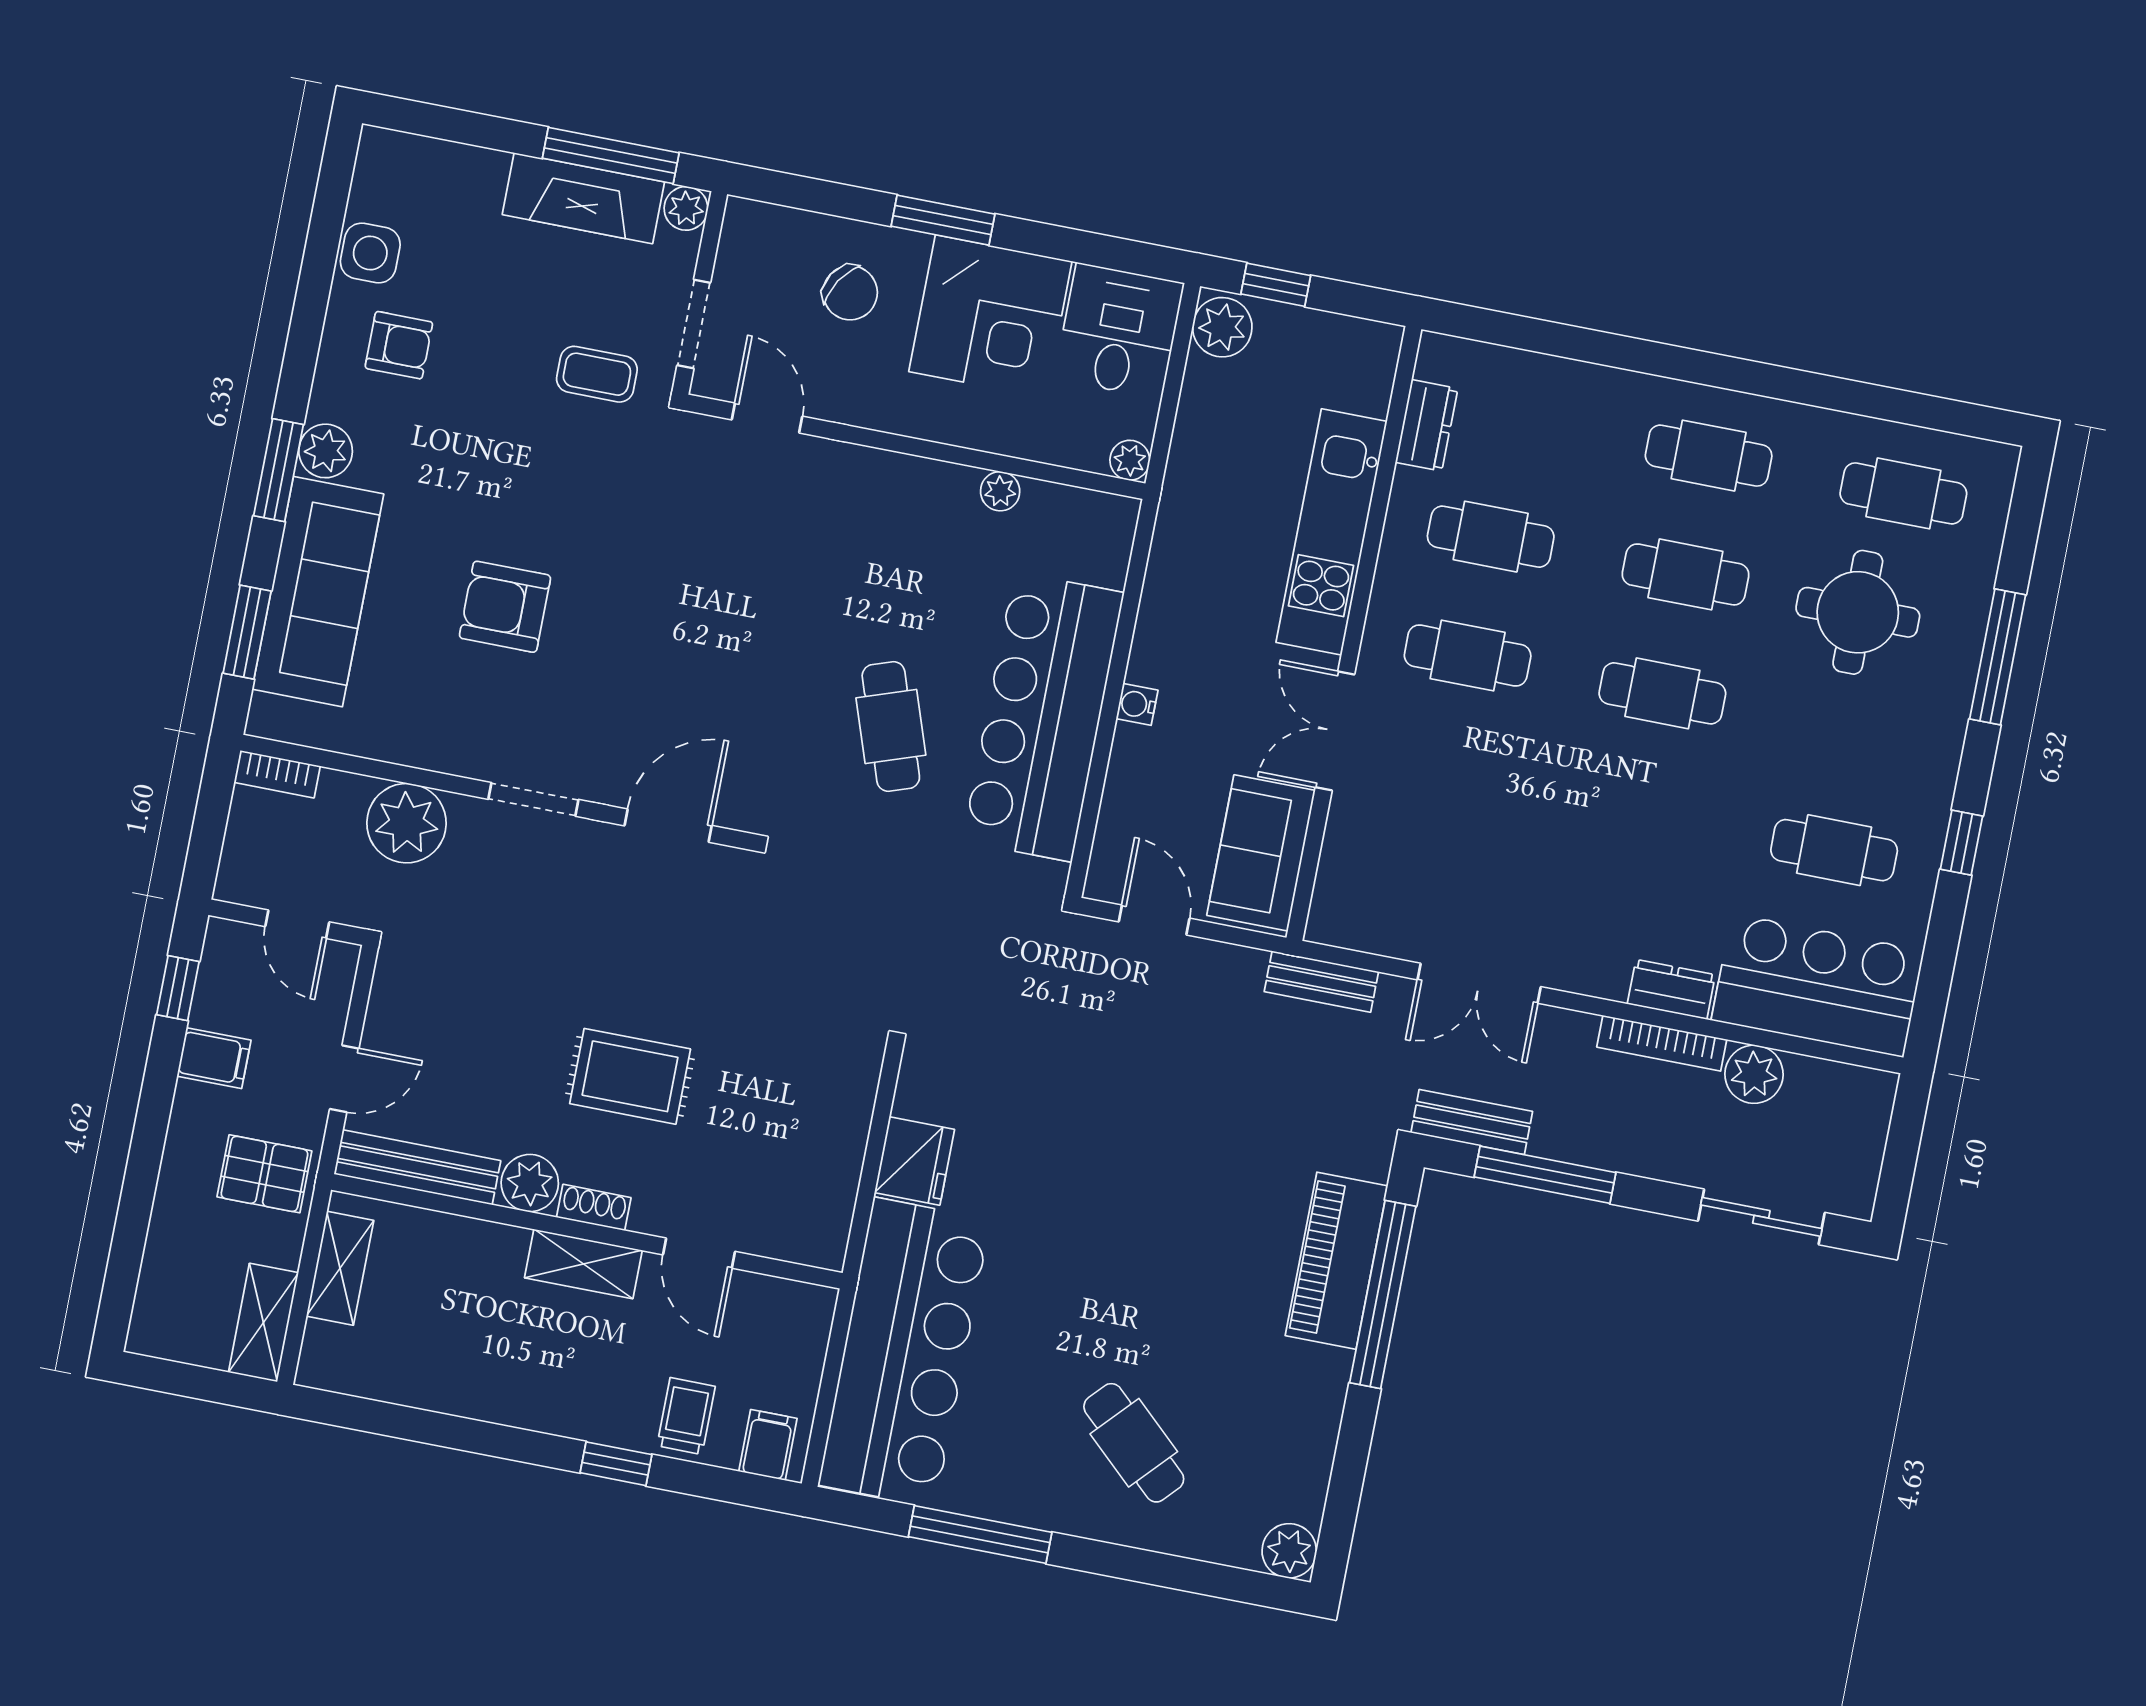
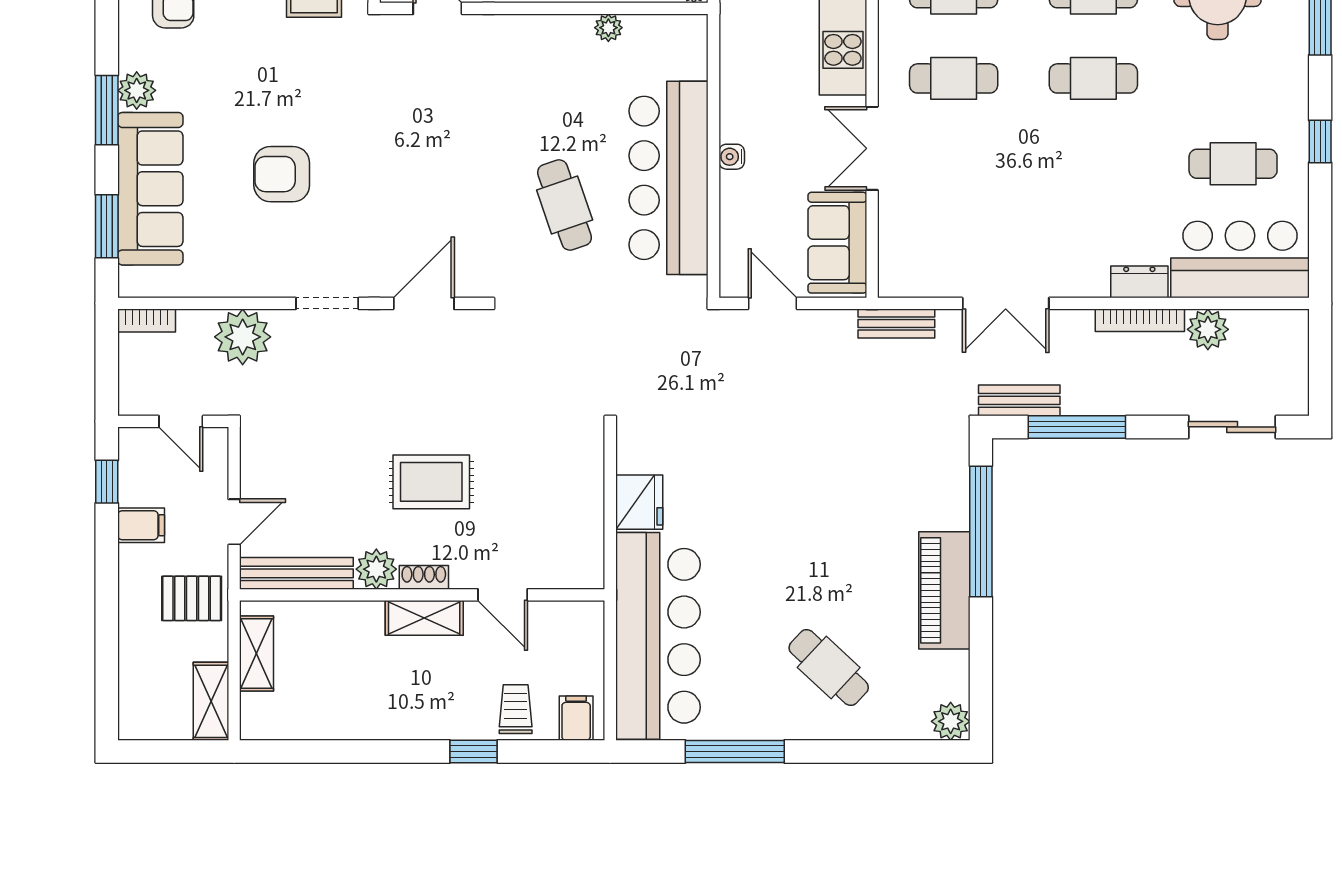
piano: (1336, 1261) -> (944, 590), moved

